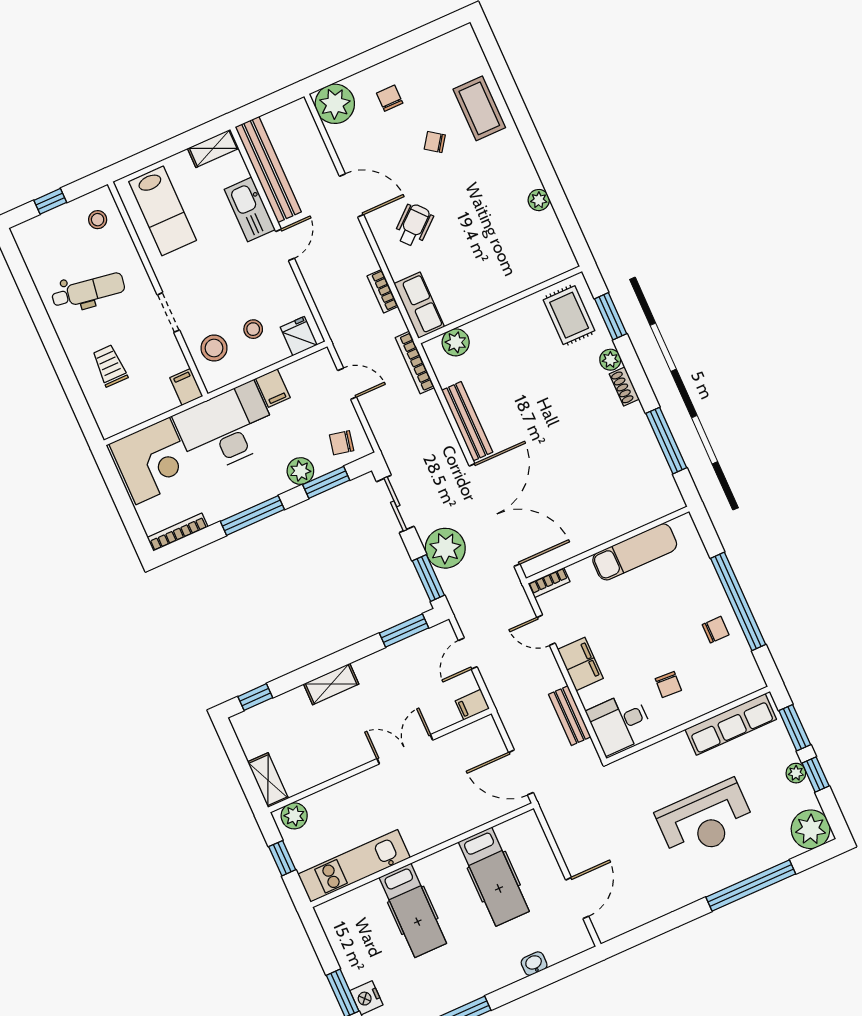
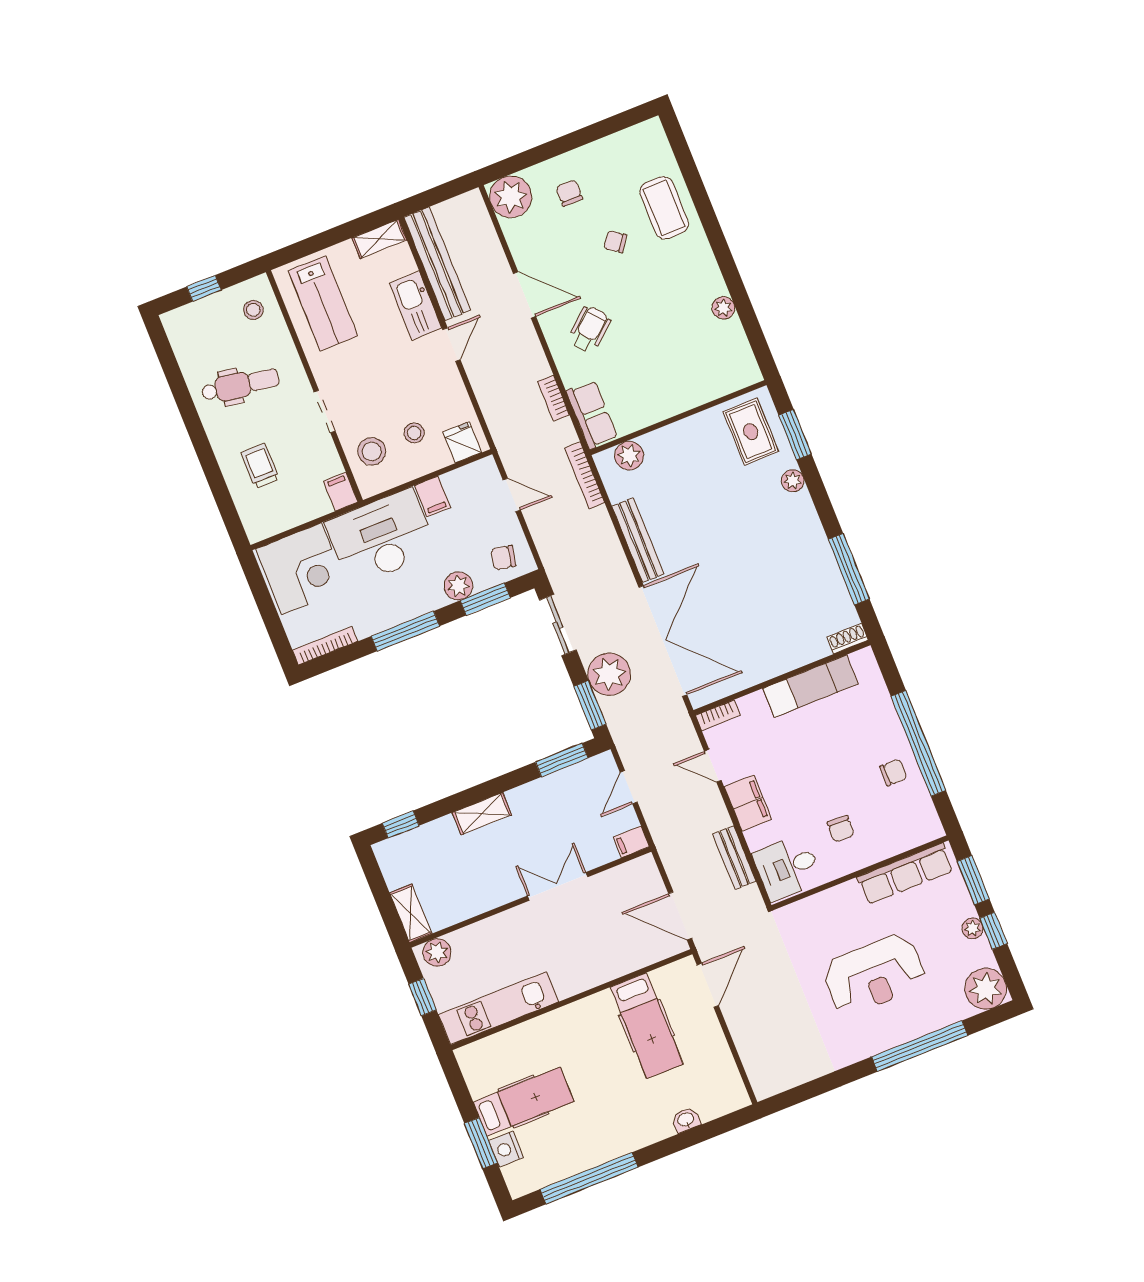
shoe rack: (624, 387) -> (848, 639), moved, turned 90
door: (577, 898) -> (708, 985), moved
hospital bed: (413, 910) -> (523, 1102), moved, turned -90

